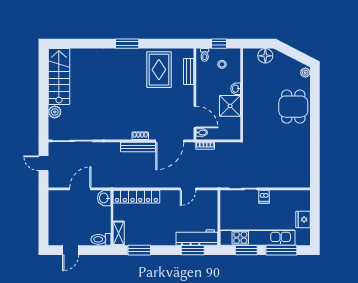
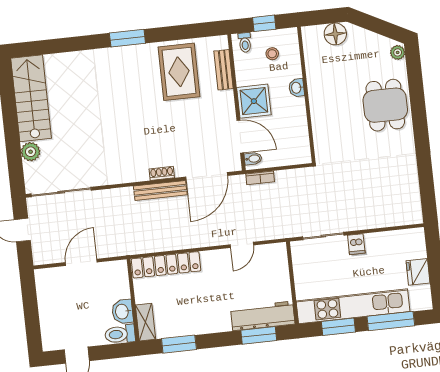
shower: (230, 106) -> (254, 101), moved
washbasin: (104, 198) -> (122, 312), moved

